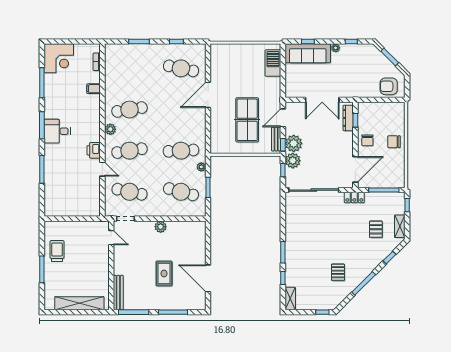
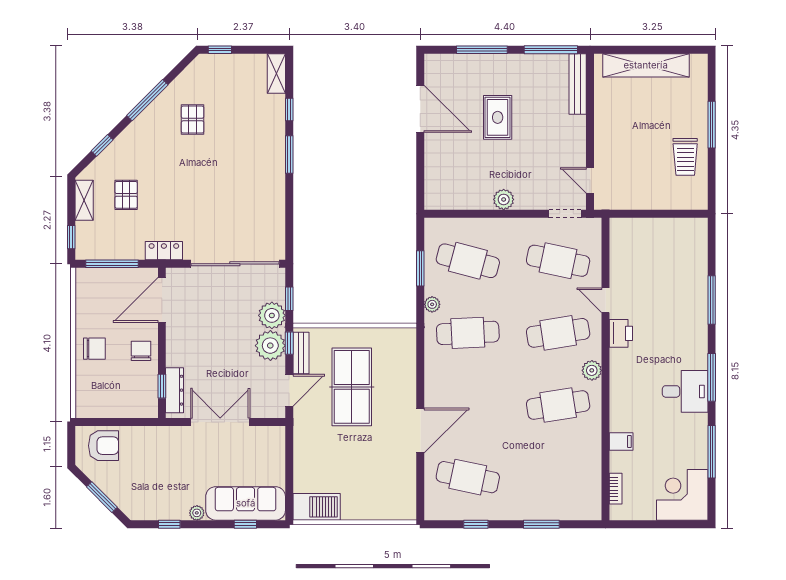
barbecue: (273, 63) -> (317, 507), moved, turned -90
desk: (57, 131) -> (685, 391), moved

